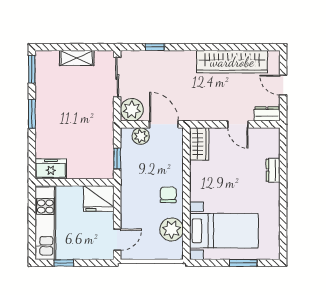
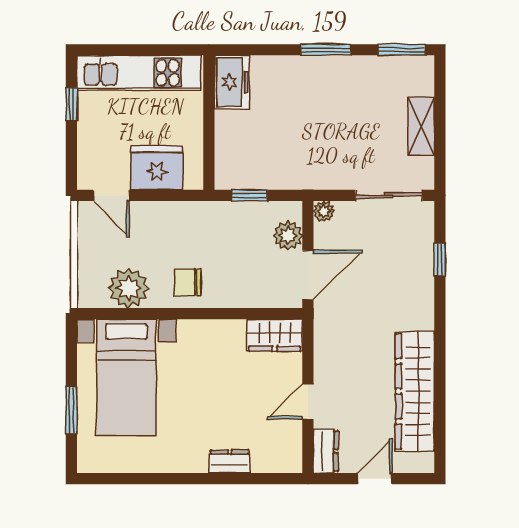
plant: (132, 110) -> (324, 211), width x0.53, depth x0.53
chair: (168, 195) -> (188, 282), turned 180
fridge: (99, 198) -> (157, 168), moved, turned 90

